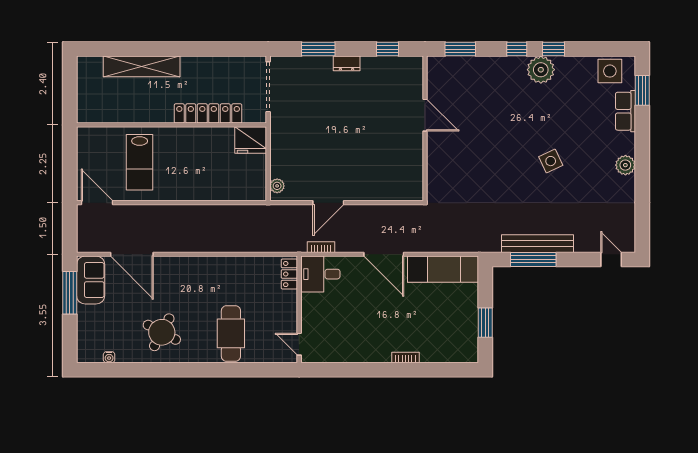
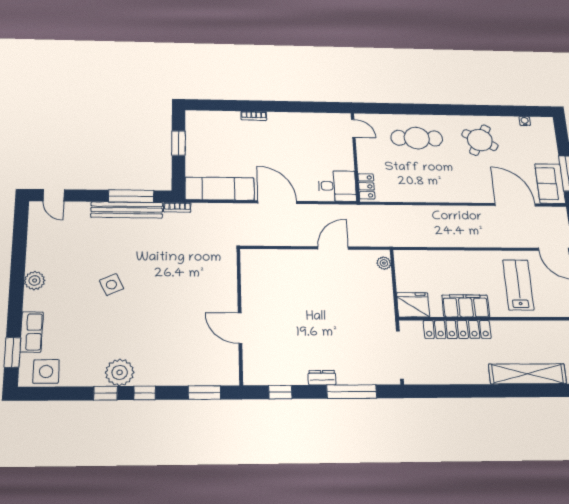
window: (318, 49) -> (352, 392), width x1.44
filing cabinet: (197, 139) -> (466, 306), added
bookcase: (321, 247) -> (177, 207), moved
cafe table: (231, 333) -> (417, 138), turned 90

